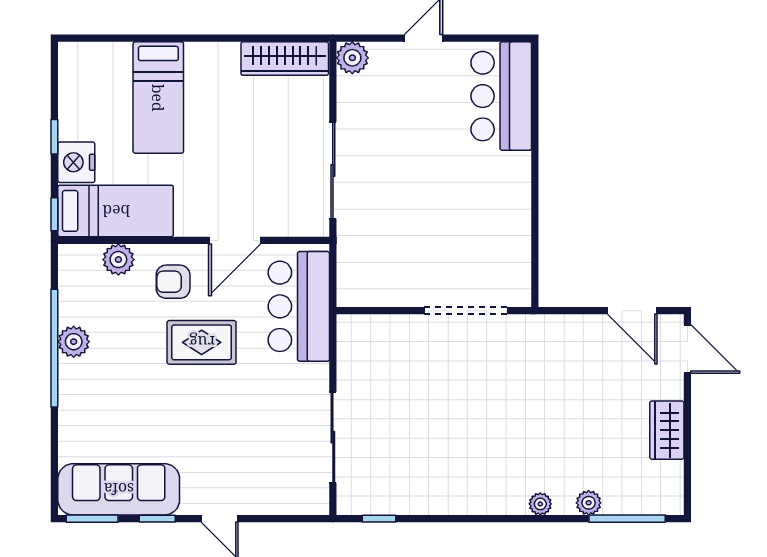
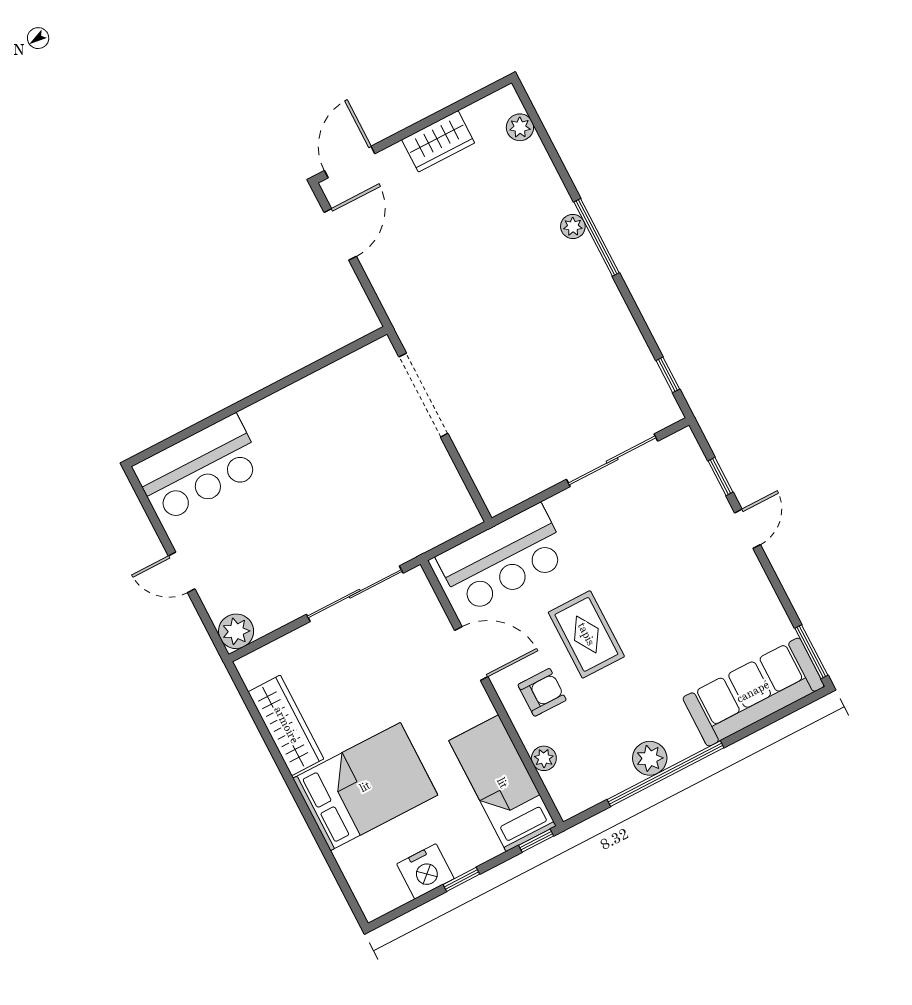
wardrobe: (285, 59) -> (286, 725), moved
bed: (158, 98) -> (365, 787), width x1.50
nightstand: (76, 162) -> (425, 871), moved
plant: (118, 260) -> (544, 758), width x0.73, depth x0.73
armchair: (173, 282) -> (542, 692), turned -90
sofa: (119, 489) -> (753, 692), moved, turned 90
plant: (589, 503) -> (520, 127), moved
window: (157, 519) -> (720, 476), moved
window: (627, 519) -> (596, 237), moved

